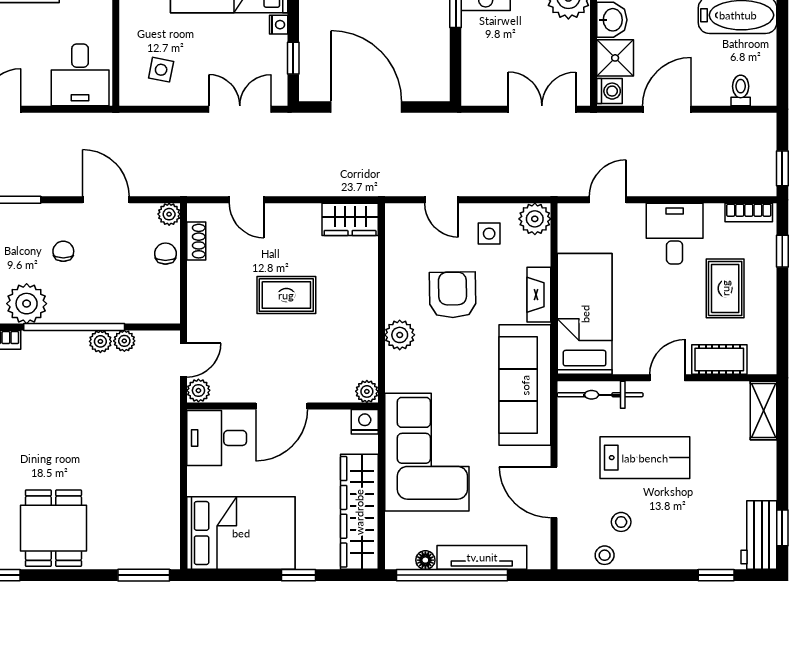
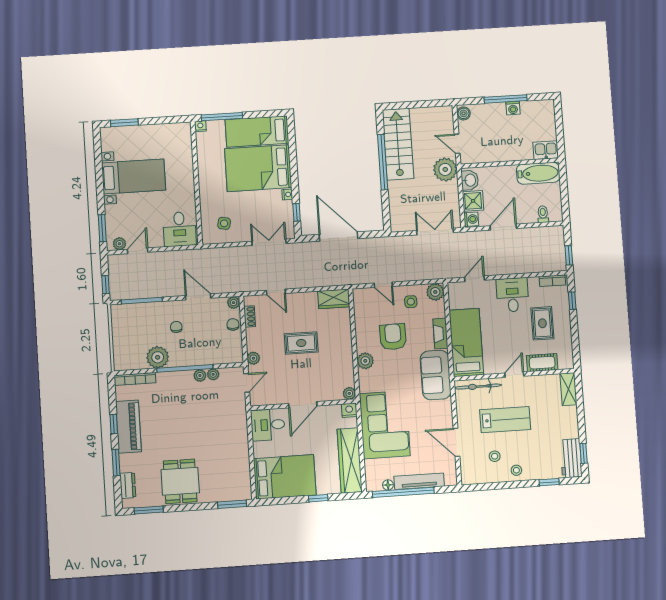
sofa: (525, 385) -> (436, 375), width x0.73
plant: (198, 390) -> (253, 358), moved
stool: (605, 555) -> (516, 470), moved

